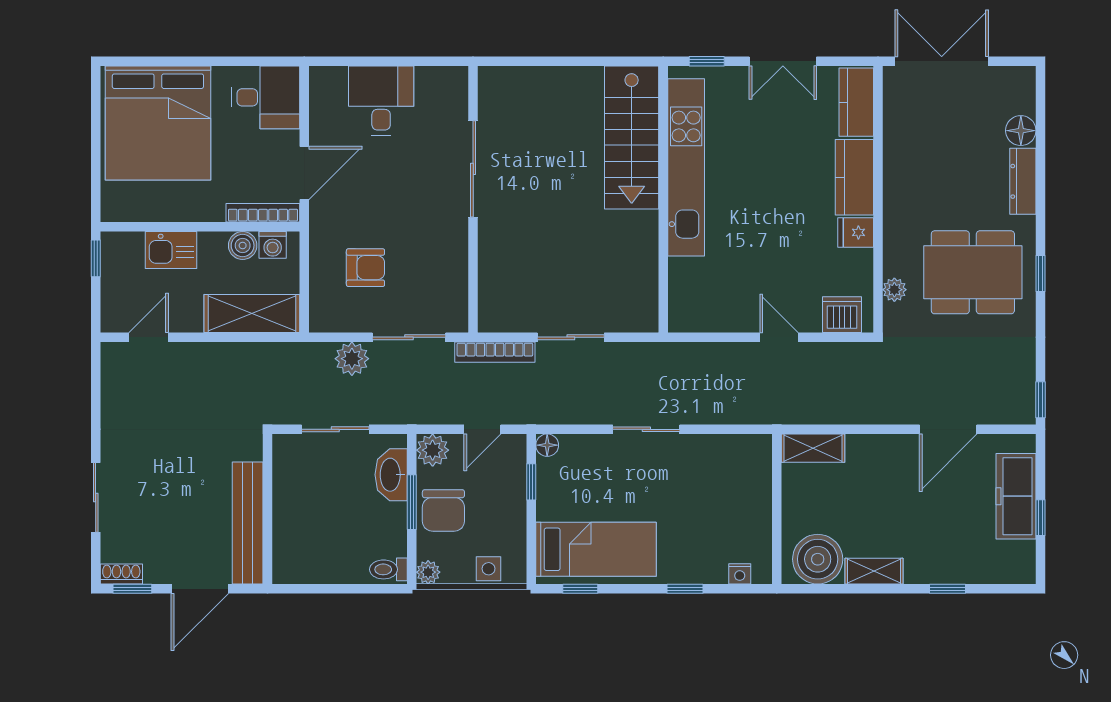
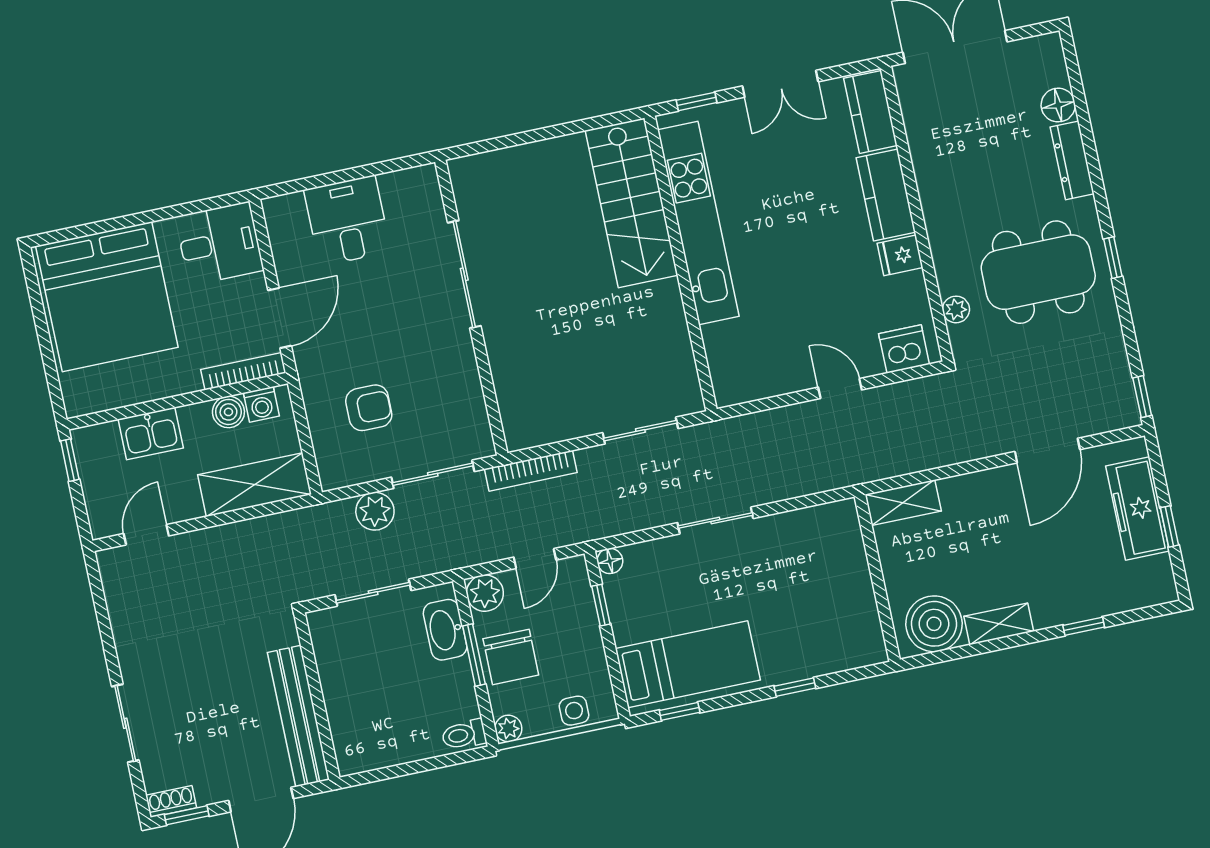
sliding door: (571, 337) -> (640, 431), moved
nightstand: (740, 574) -> (852, 658), removed

